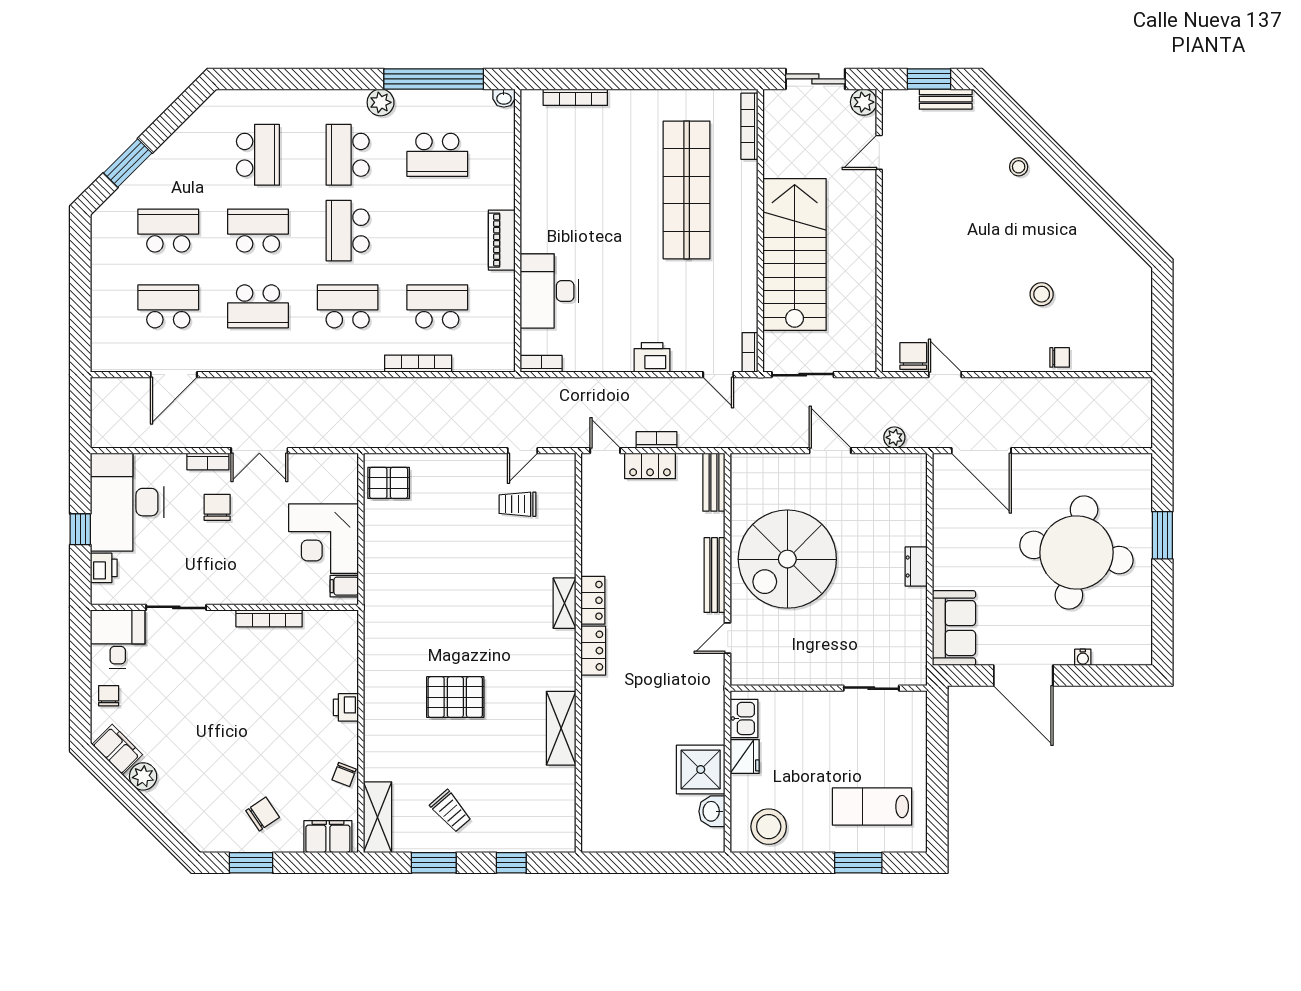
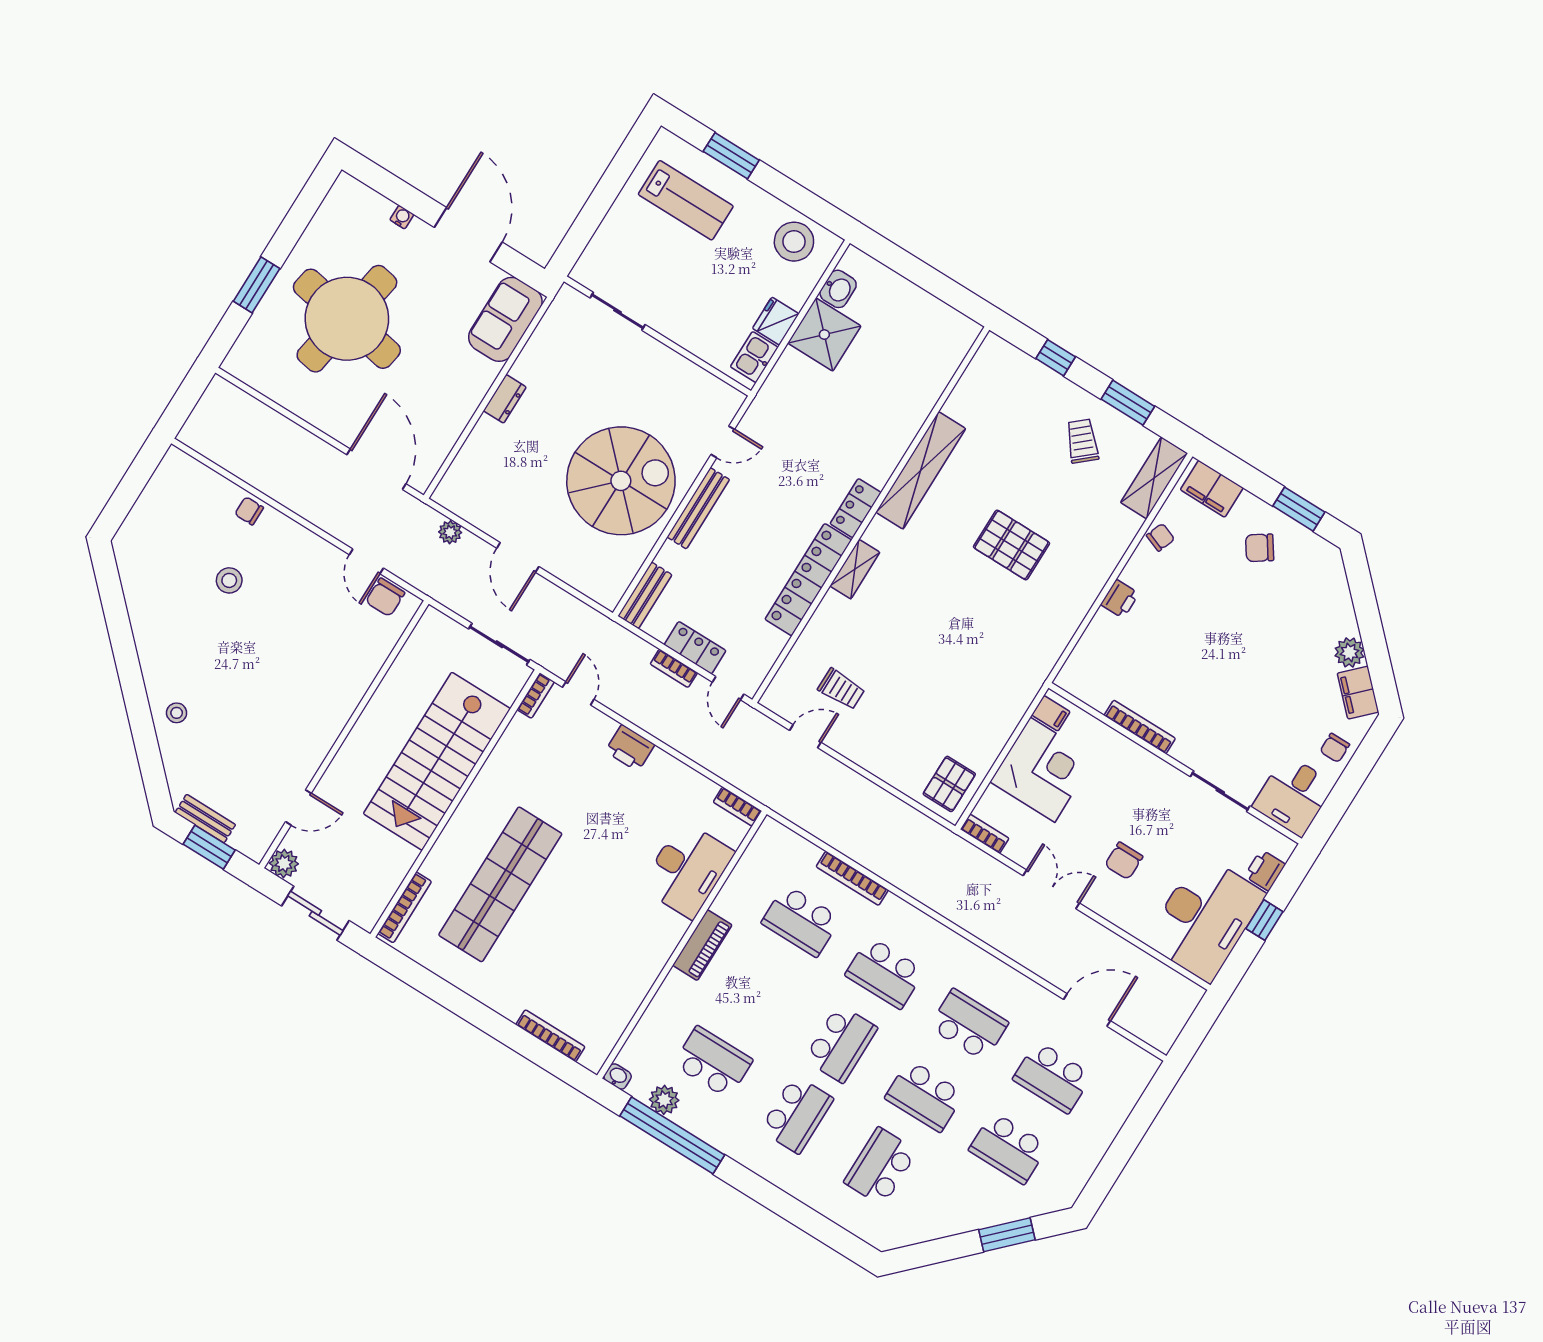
plant: (381, 102) -> (664, 1100), moved
bookcase: (208, 461) -> (985, 834), moved
pallet: (389, 483) -> (949, 784), turned 90
locker: (593, 600) -> (808, 580), width x2.16, depth x1.21
shelving: (561, 728) -> (921, 470), width x1.47

